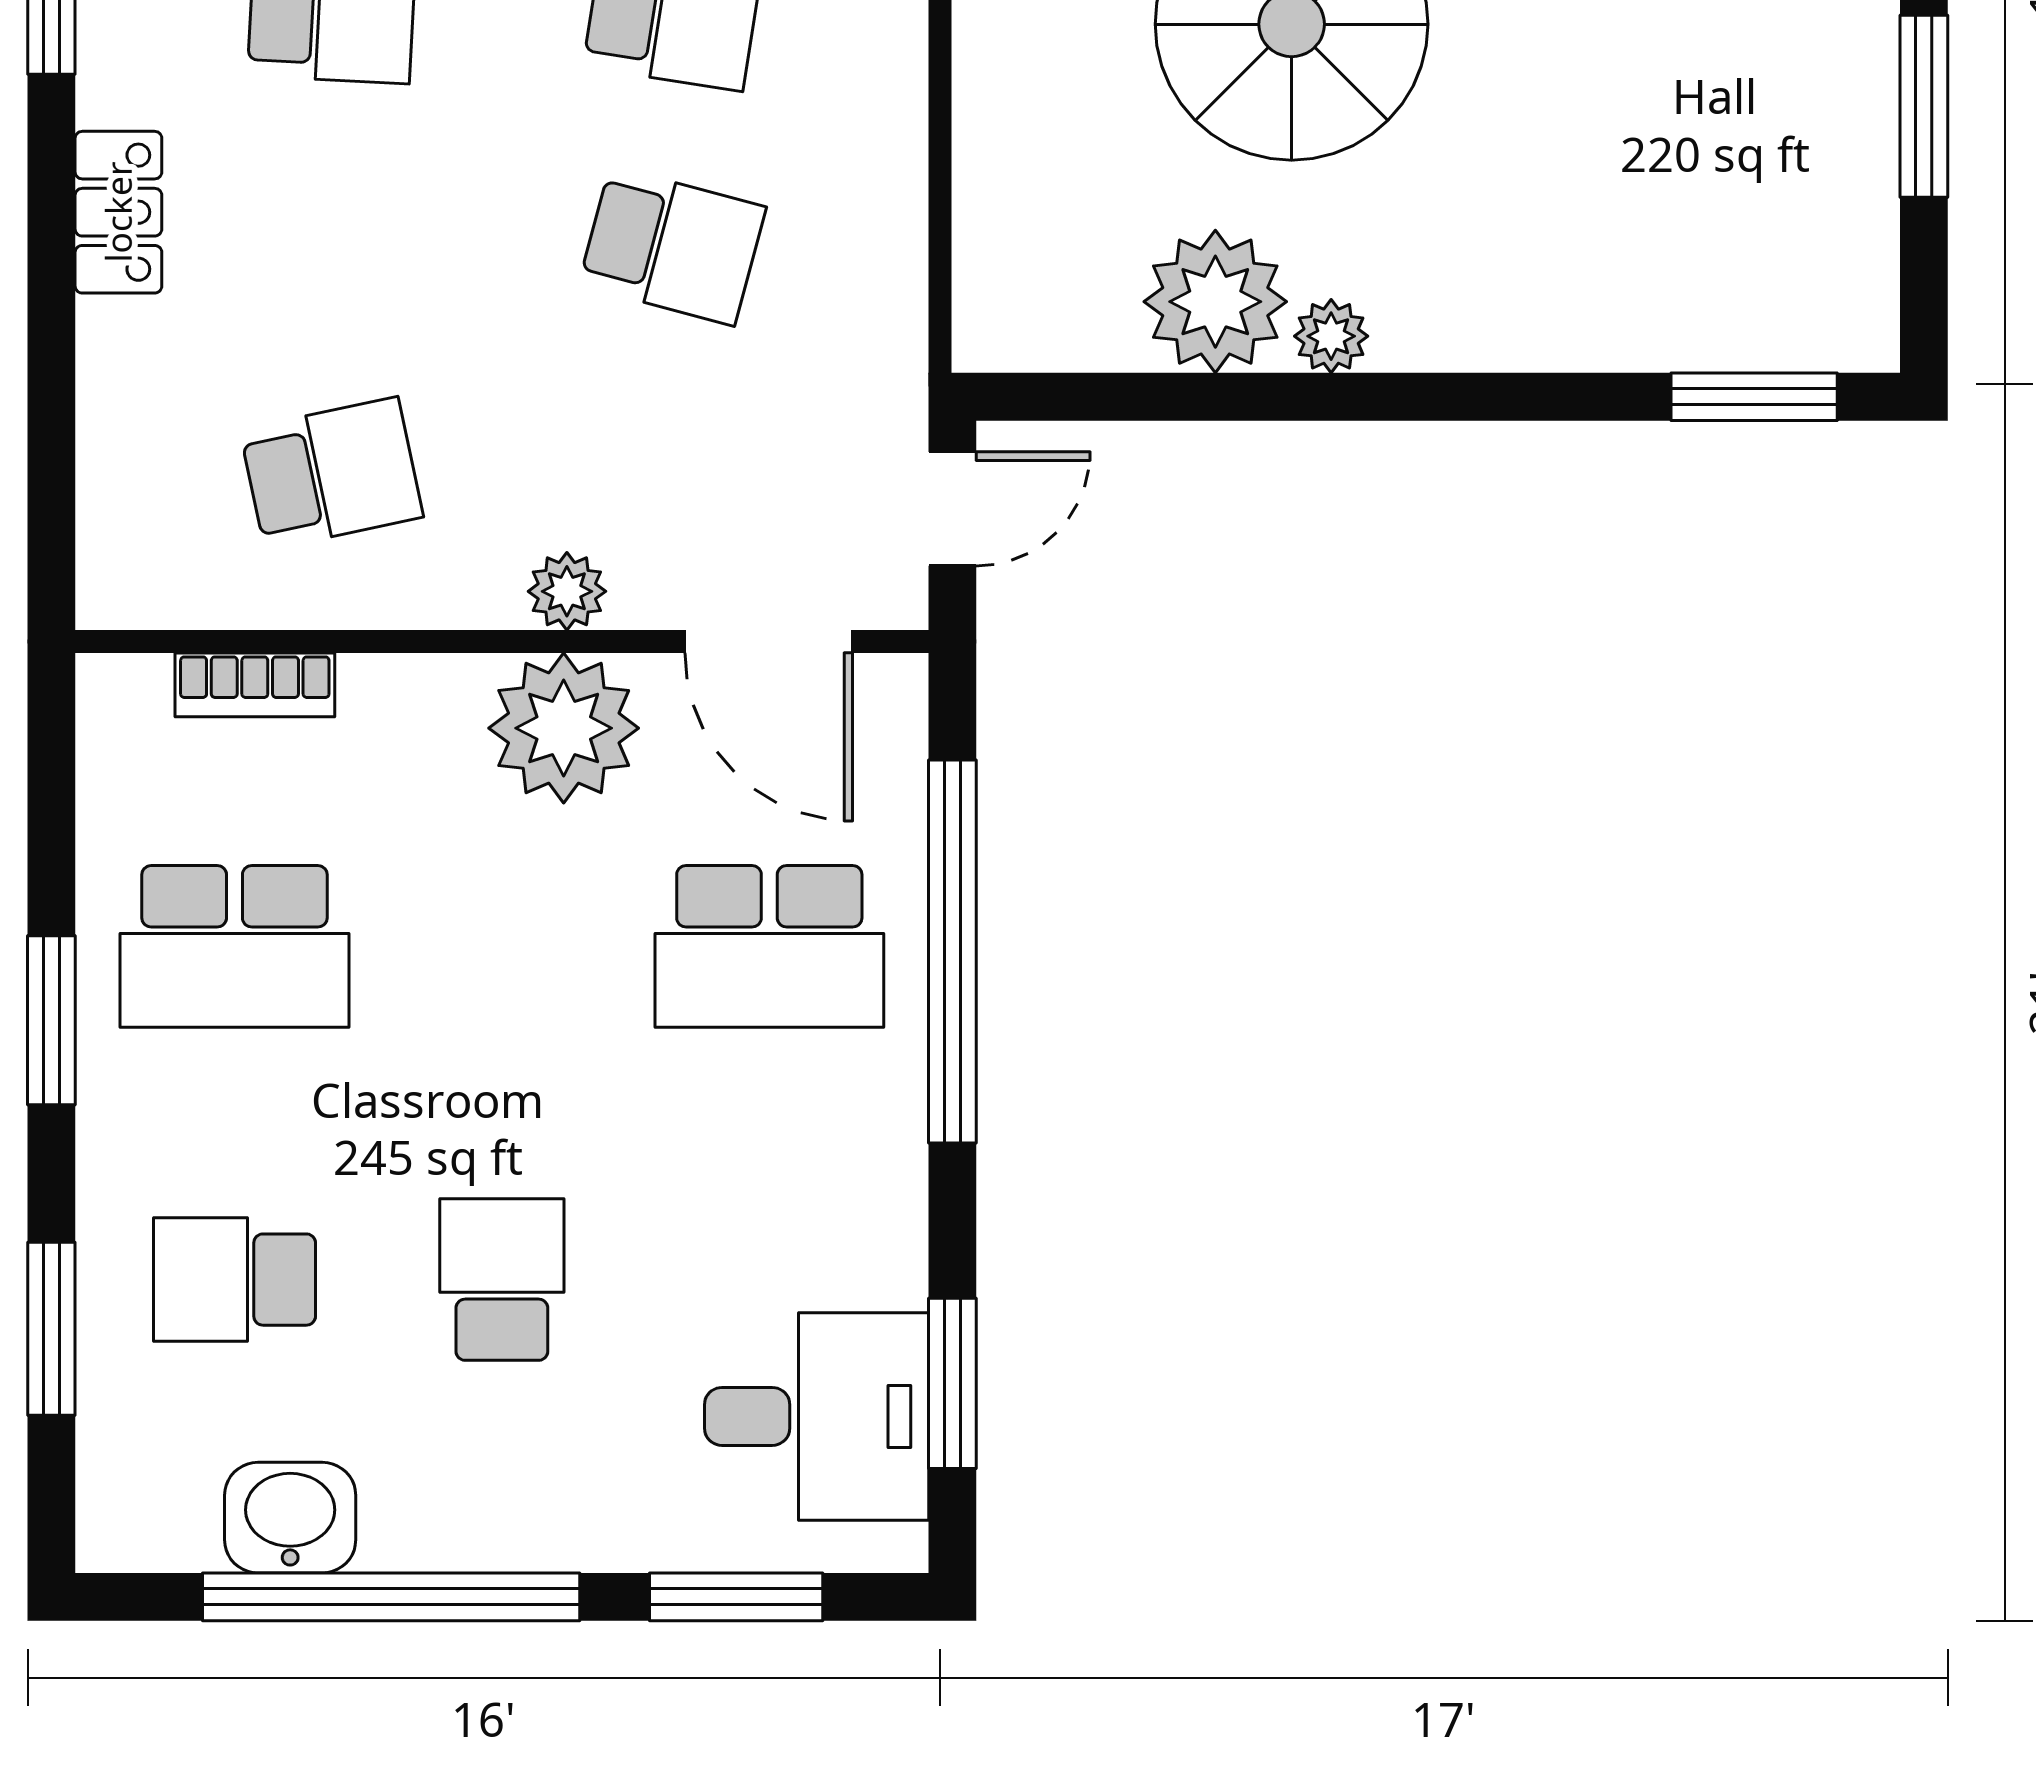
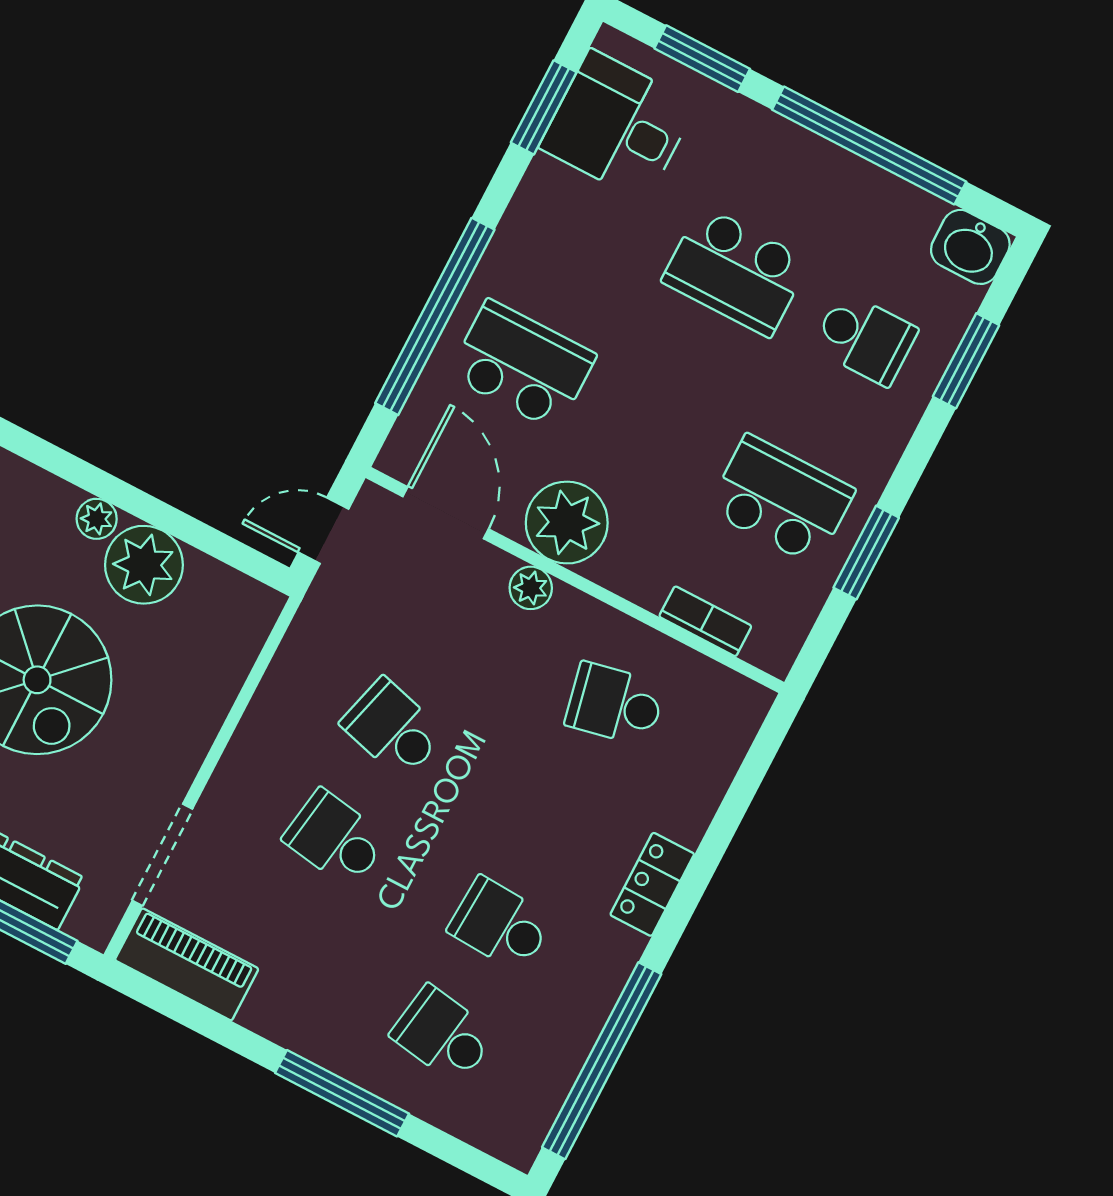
window: (51, 1020) -> (866, 553), moved
school desk: (502, 1280) -> (736, 271), width x1.85
washbasin: (290, 1518) -> (970, 247), moved

